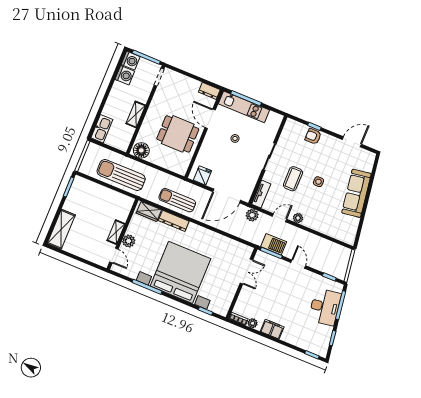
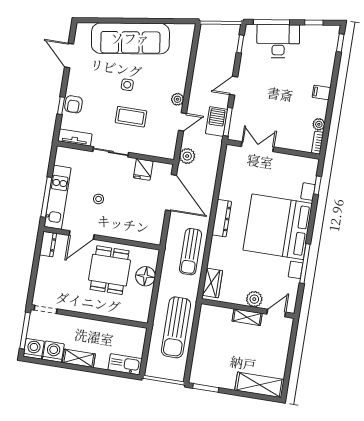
shelving: (136, 114) -> (79, 358), moved
floor lamp: (141, 150) -> (146, 276), moved
fridge: (202, 175) -> (143, 169), moved, turned -90
sofa: (356, 193) -> (130, 38), width x1.36, depth x1.27
tv unit: (261, 194) -> (75, 138), moved
door: (280, 218) -> (182, 122), swing flipped
dresser: (174, 221) -> (222, 218), moved
filing cabinet: (272, 329) -> (321, 92), width x0.50

